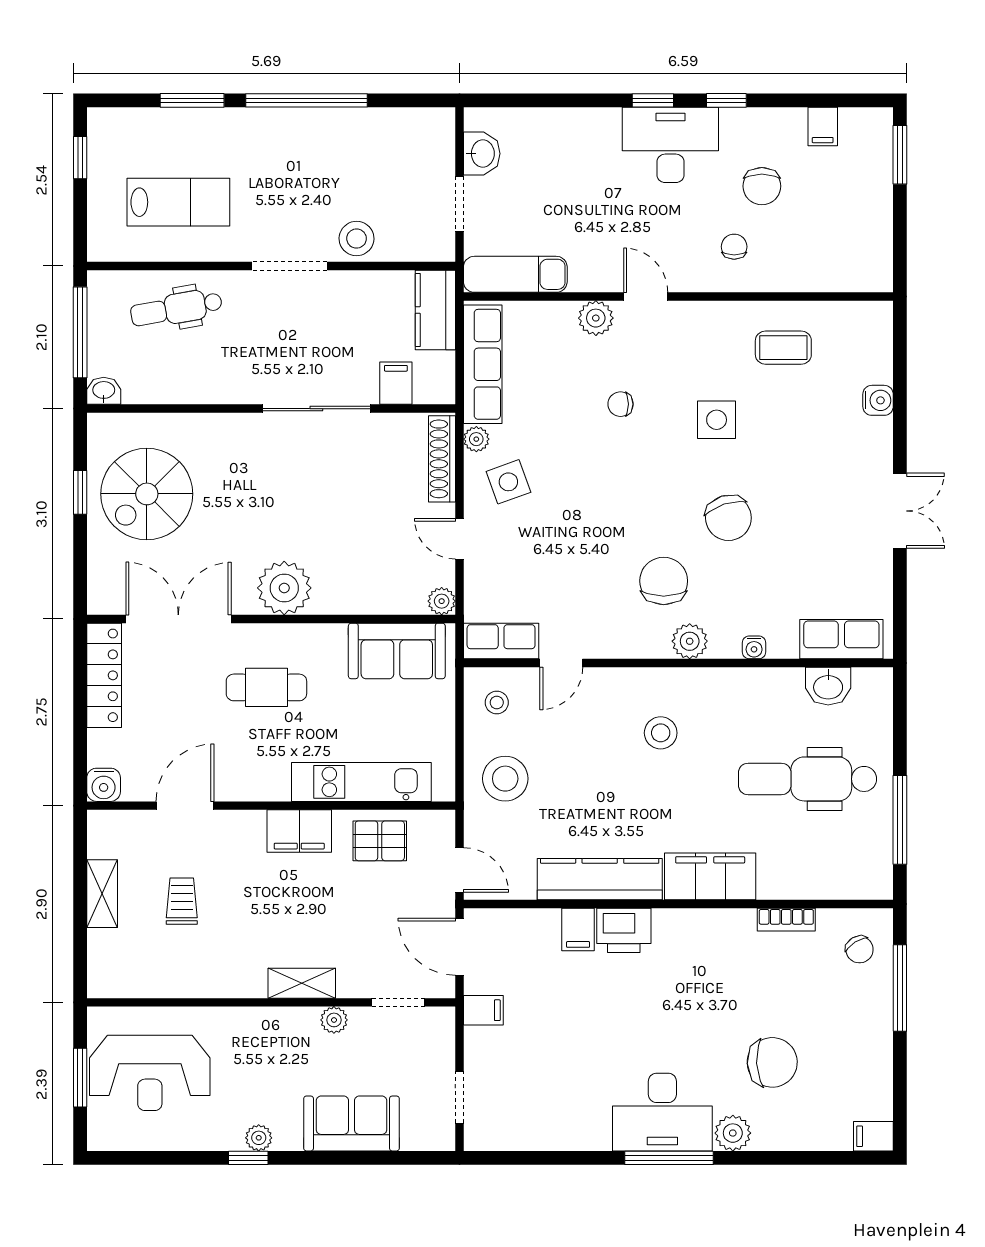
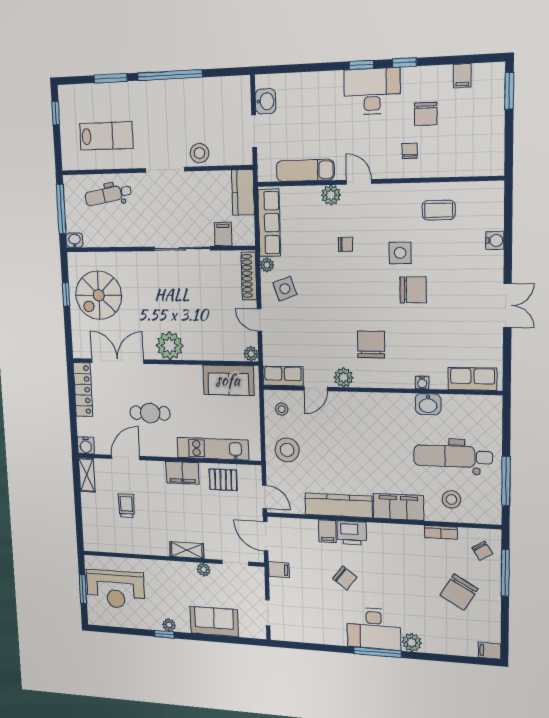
exam couch: (515, 274) -> (305, 170), moved
chair: (621, 404) -> (346, 244), turned 180
chair: (728, 518) -> (413, 290), moved, turned -72
plant: (690, 641) -> (344, 377), moved
washbasin: (828, 686) -> (428, 404), moved
cafe table: (266, 687) -> (150, 413), moved
stool: (661, 733) -> (451, 499), moved
shelving: (102, 894) -> (87, 475), moved
chair: (609, 1018) -> (345, 578), added
chair: (772, 1062) -> (459, 592), moved, turned 123

